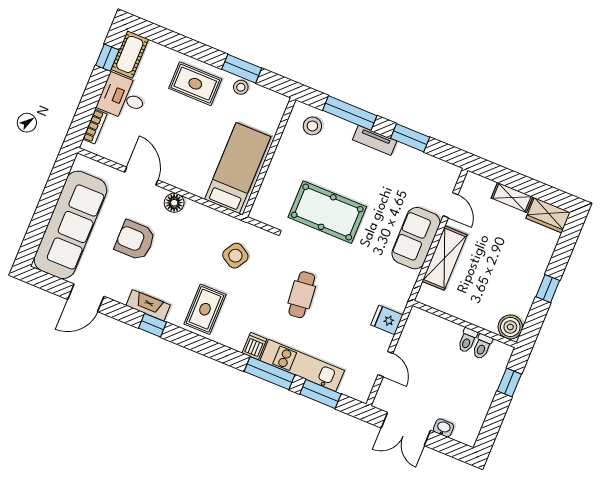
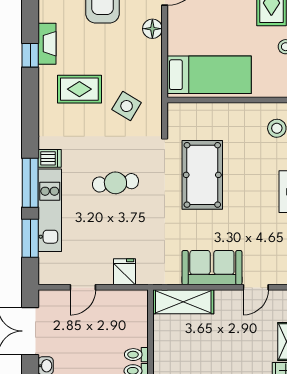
shelving: (444, 258) -> (183, 302), moved
rug: (205, 309) -> (79, 89), moved

